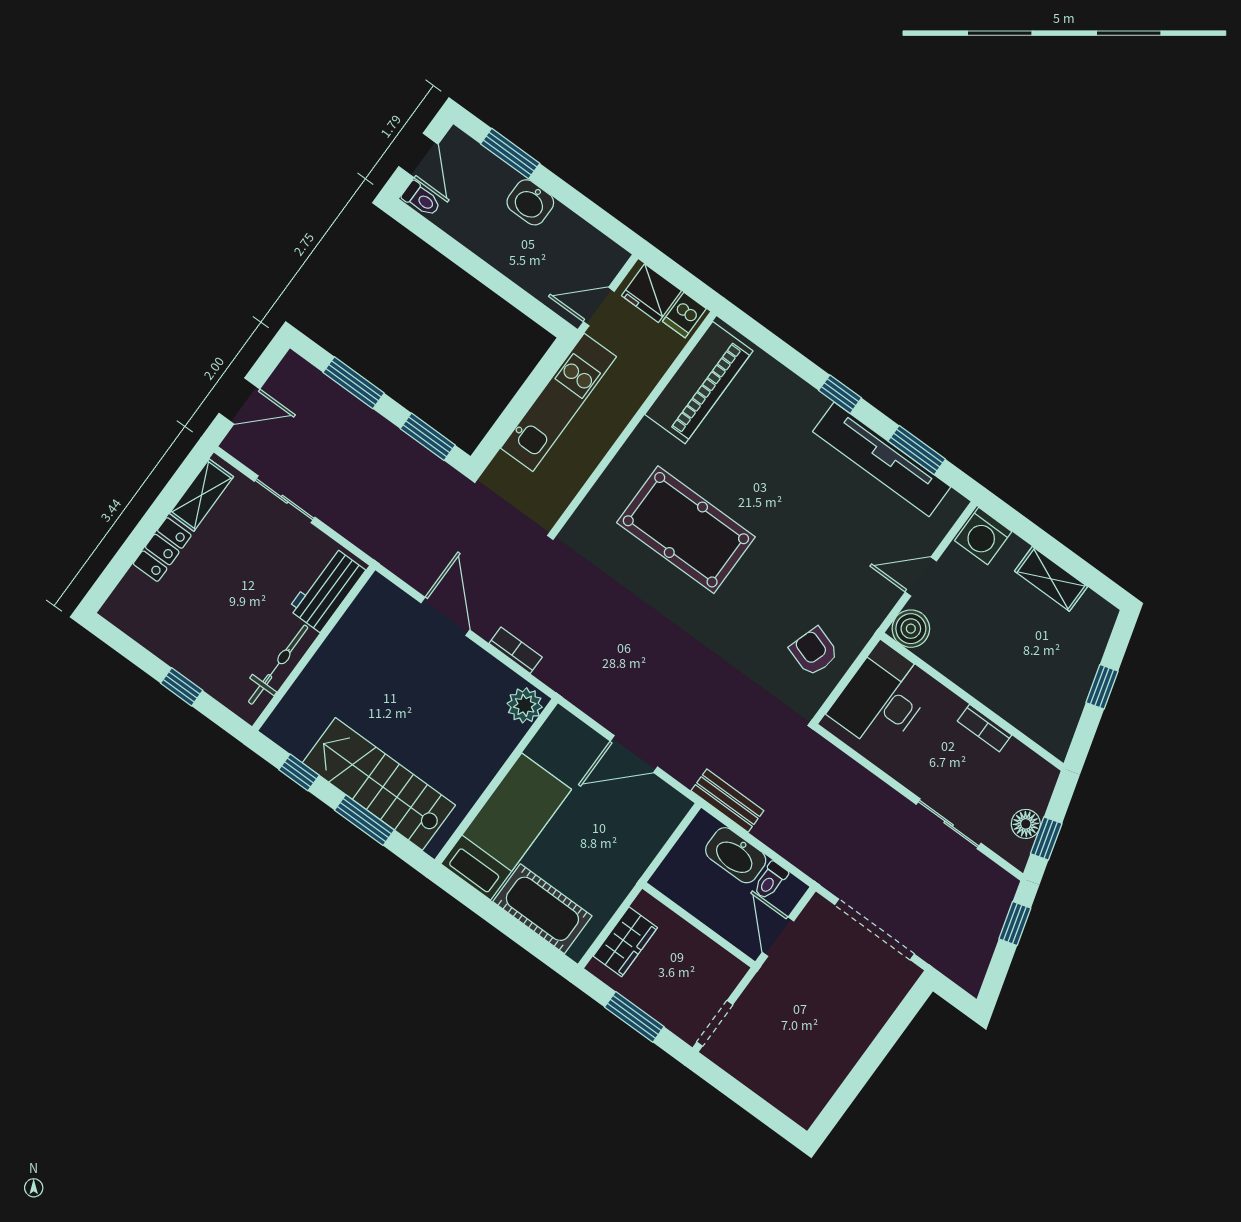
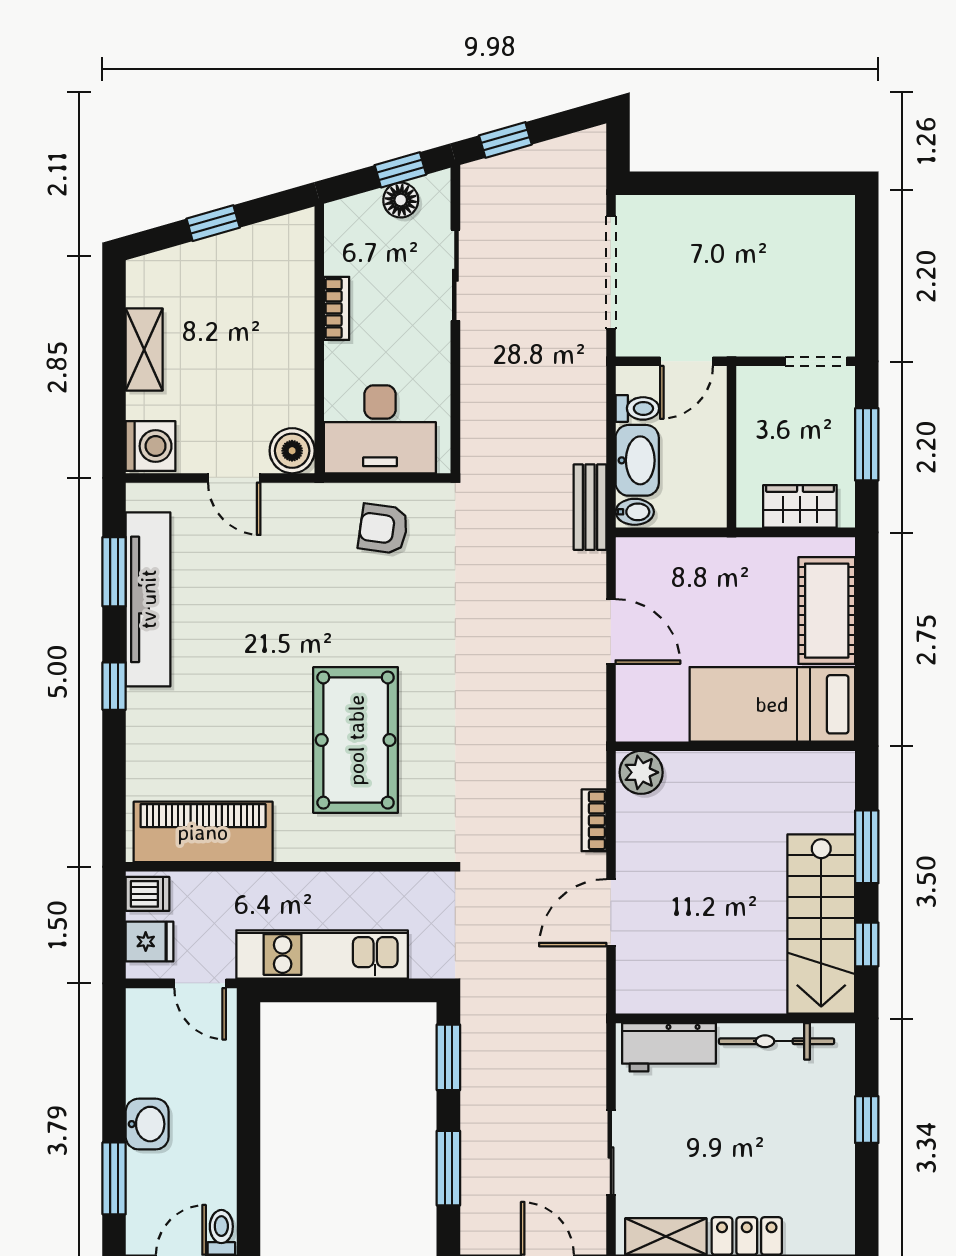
fridge: (652, 293) -> (150, 942), width x0.72
armchair: (814, 652) -> (383, 529), turned 80
stairs: (379, 784) -> (821, 924), moved
bidet: (702, 828) -> (635, 512), added

